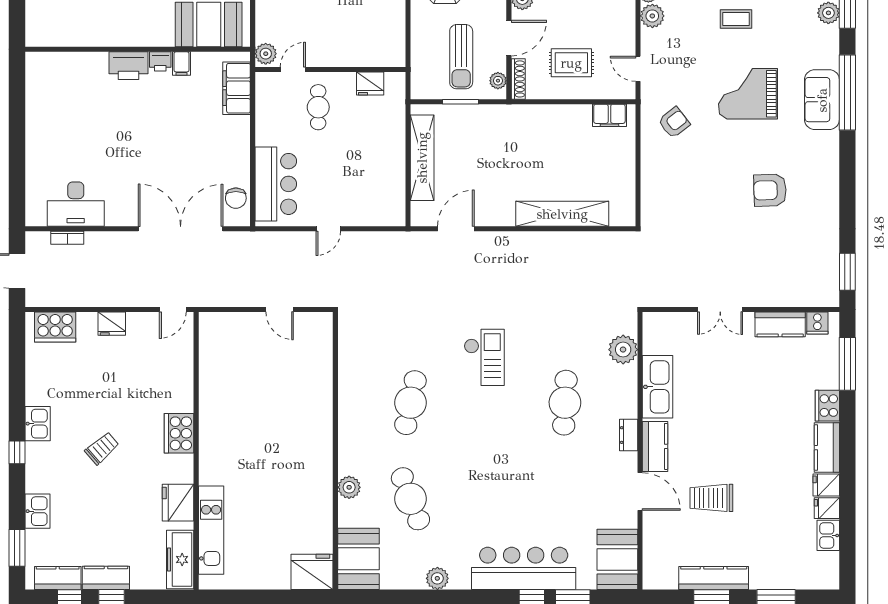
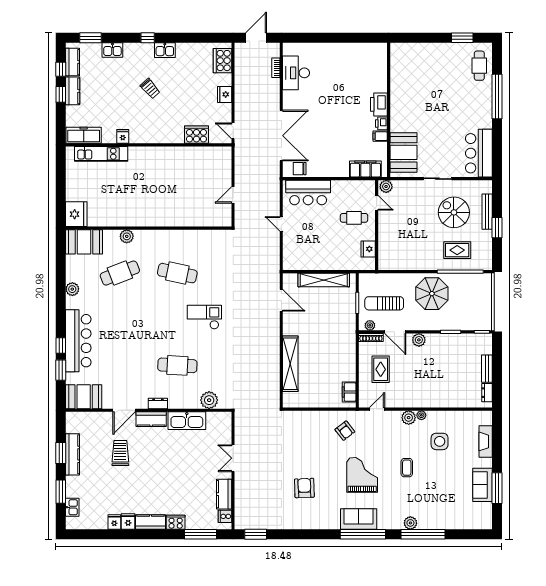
checkout: (484, 357) -> (204, 317), turned 180
cooker: (179, 433) -> (196, 135), moved
fridge: (178, 503) -> (123, 136), width x0.53, depth x0.75
kitchen sink: (828, 535) -> (72, 507), moved, turned 90

